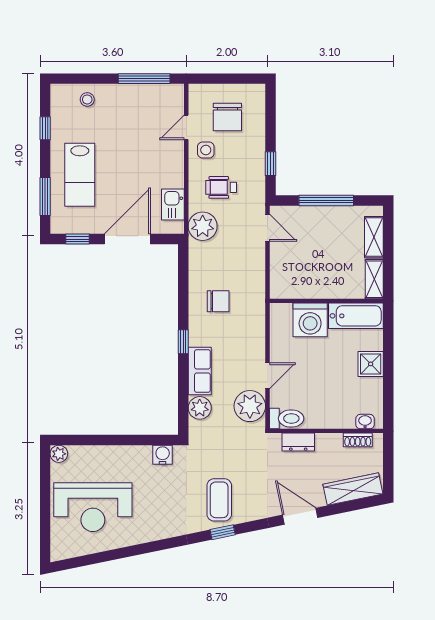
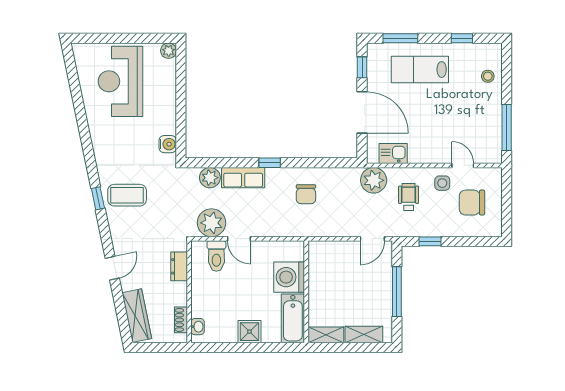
toilet: (287, 418) -> (216, 256), moved
door: (300, 516) -> (112, 268), width x0.73

